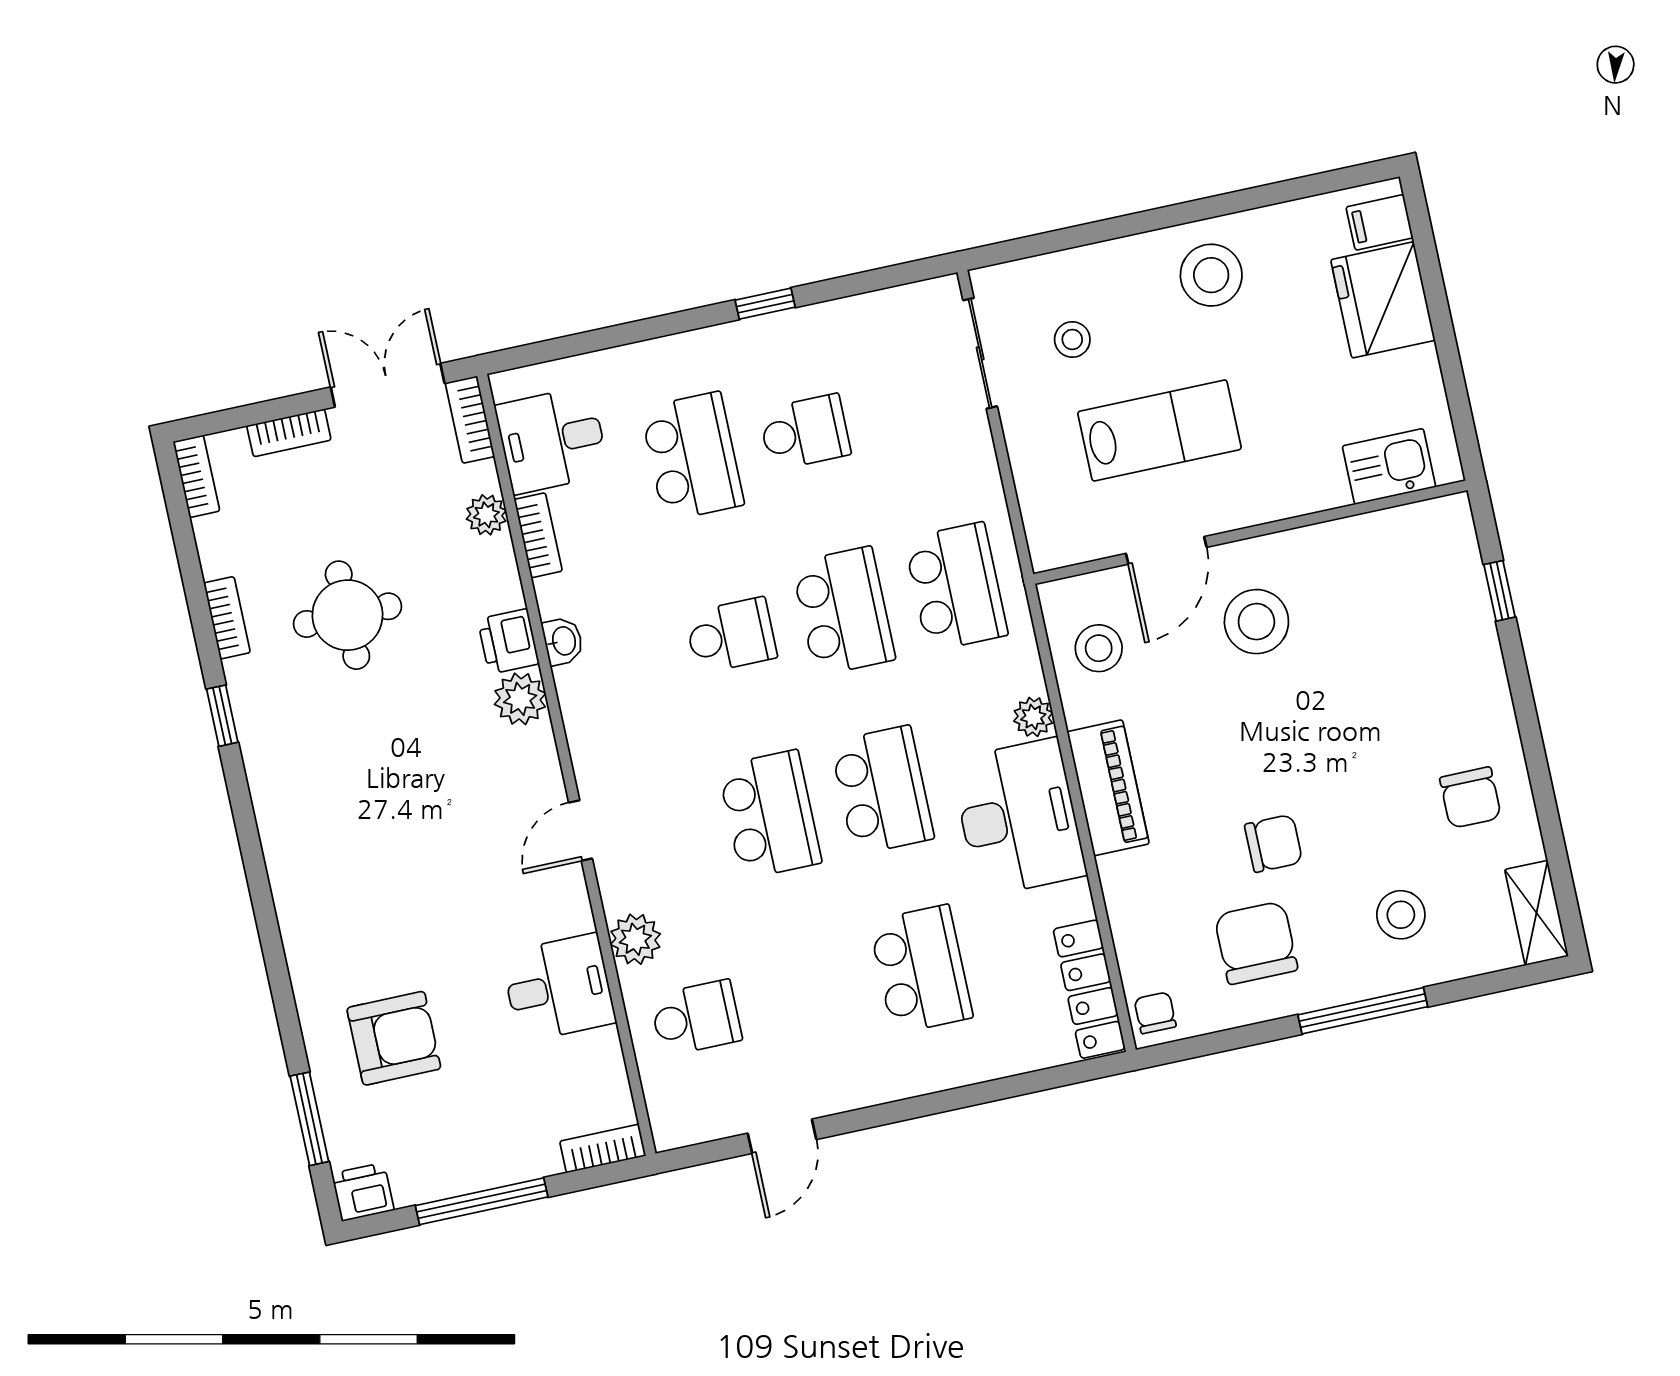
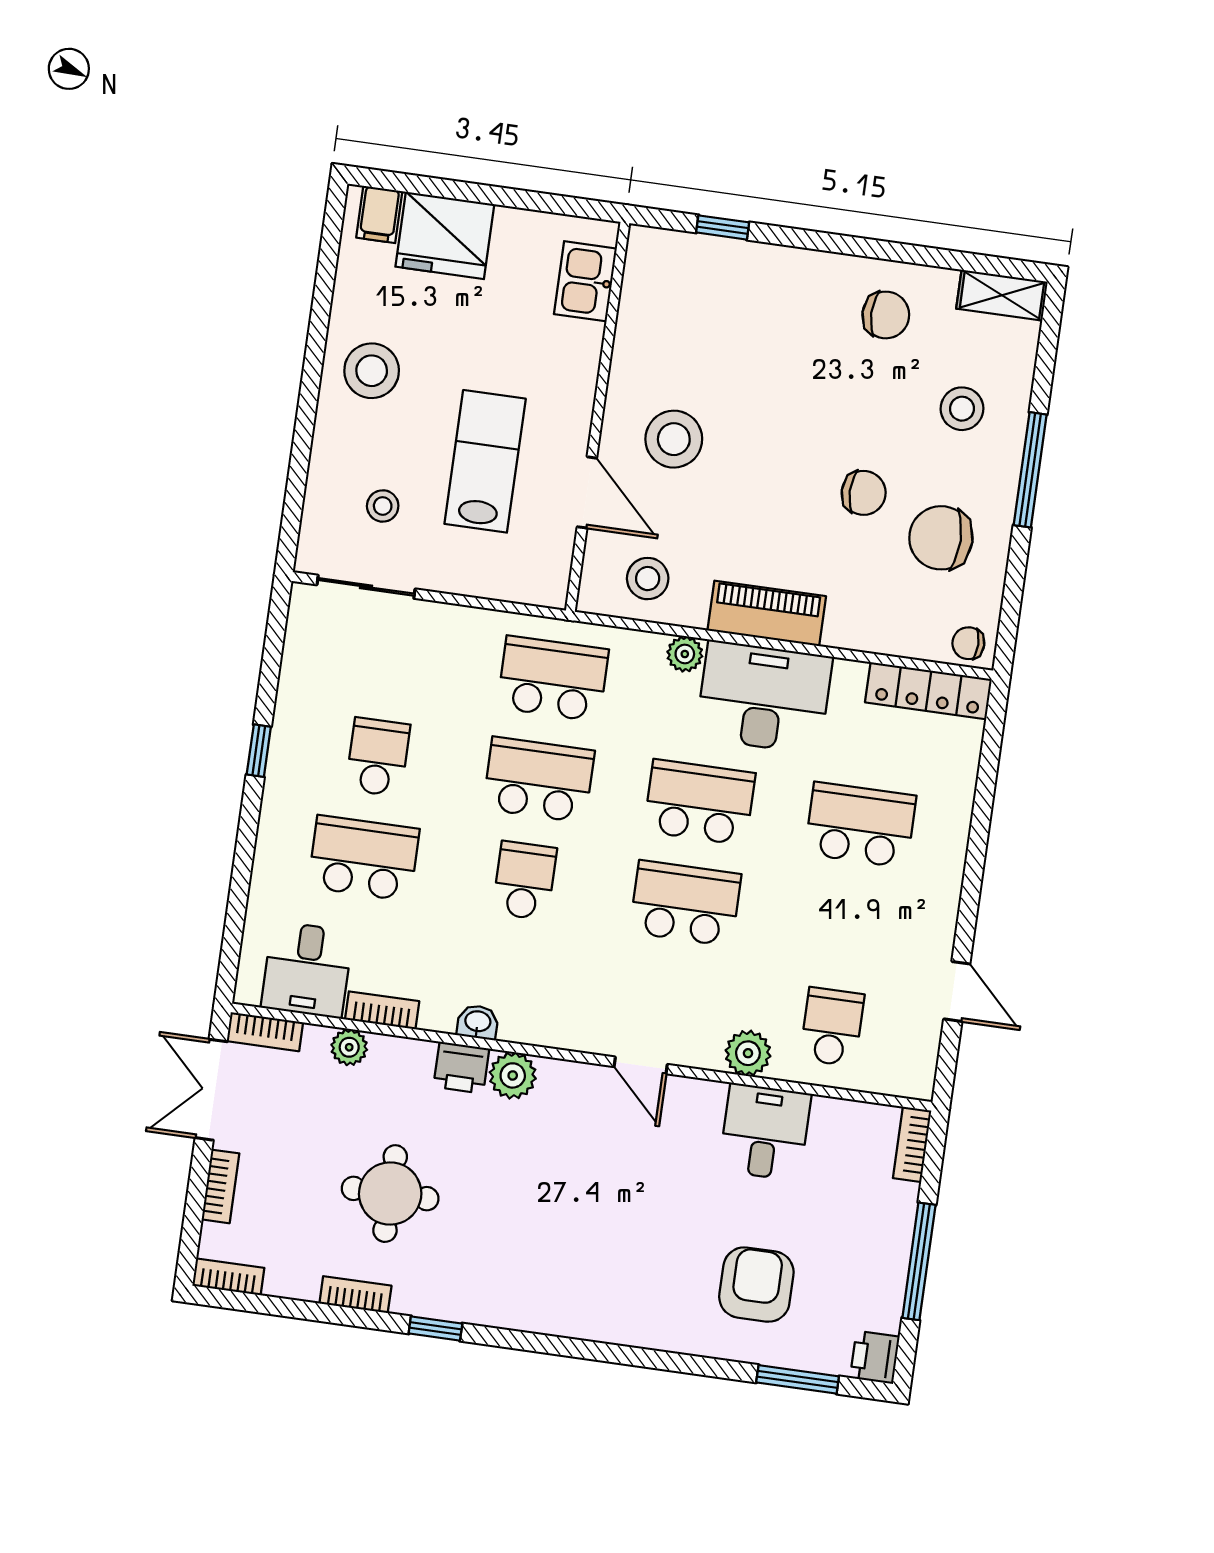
chair: (1273, 843) -> (864, 493), turned 90

